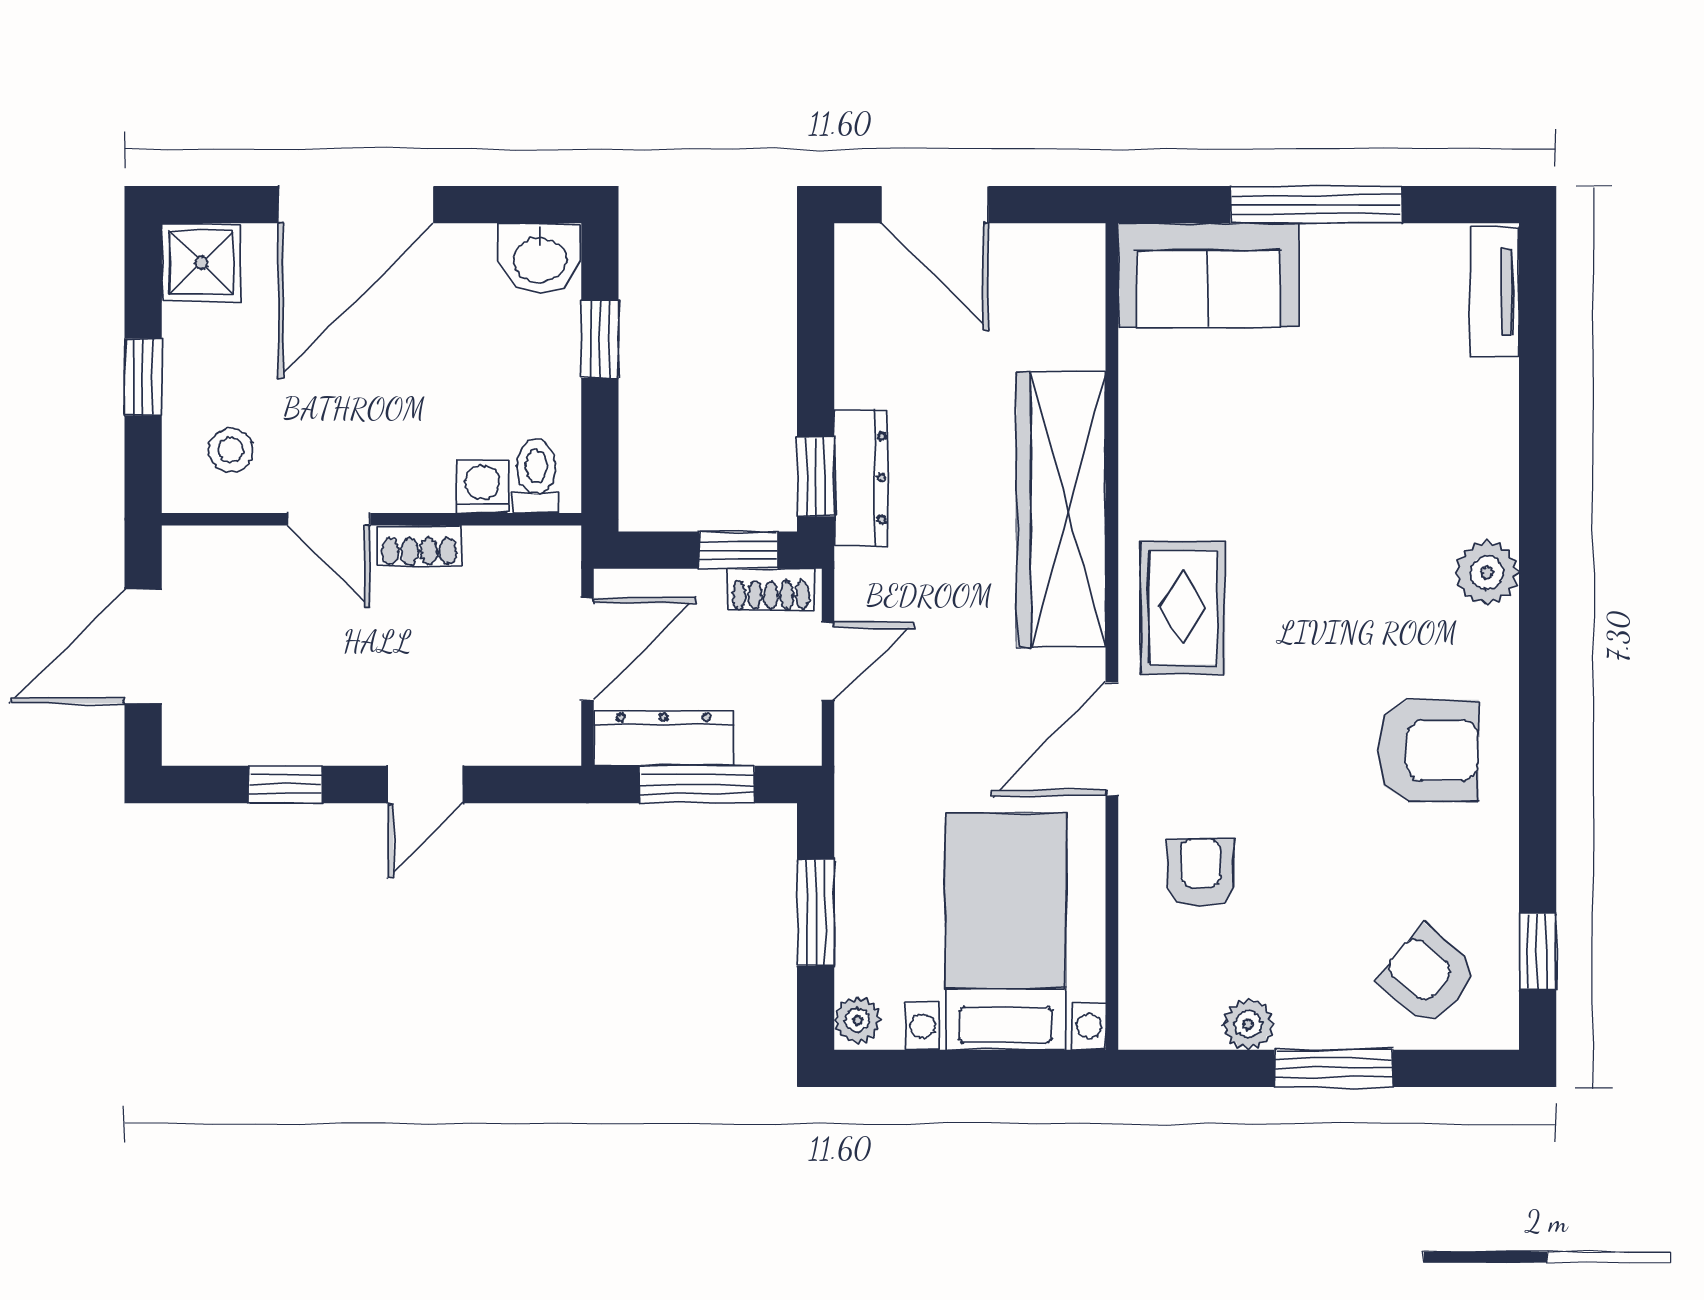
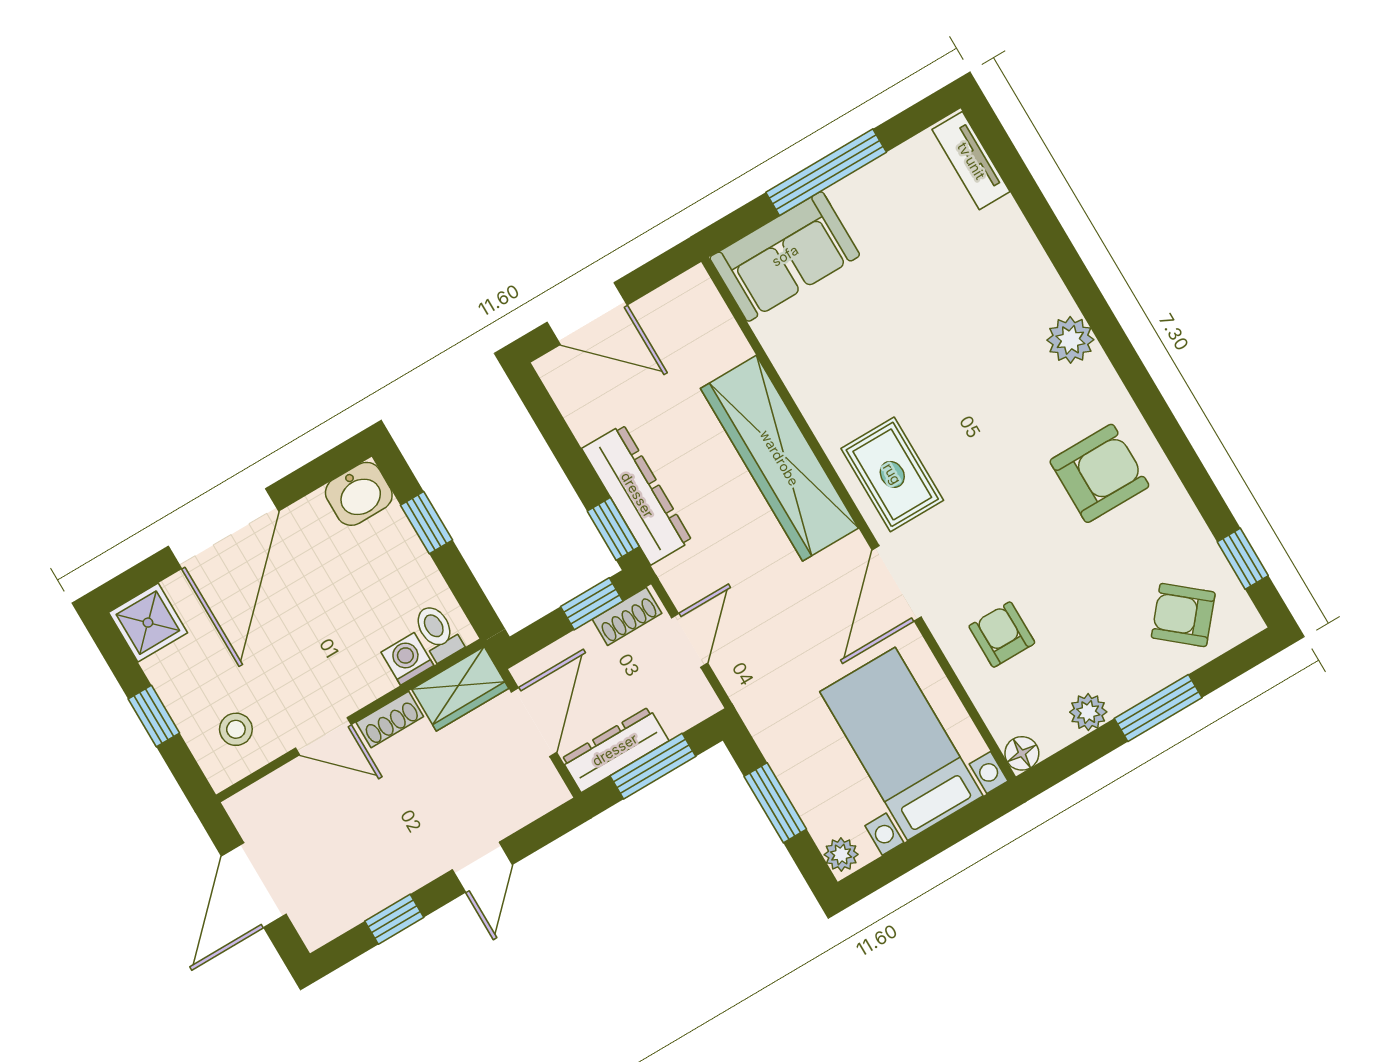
dresser: (861, 478) -> (637, 495), width x1.37, depth x1.24
wardrobe: (524, 559) -> (460, 689), added
floor lamp: (1141, 1027) -> (1022, 753), added

